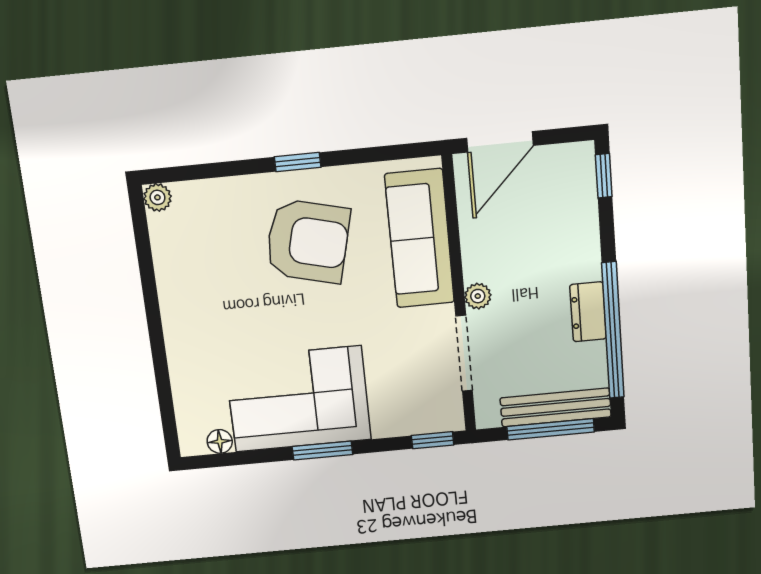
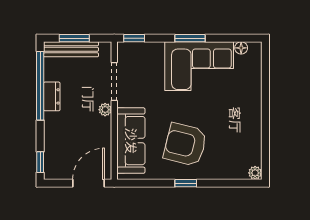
window: (551, 429) -> (74, 38), width x0.69

